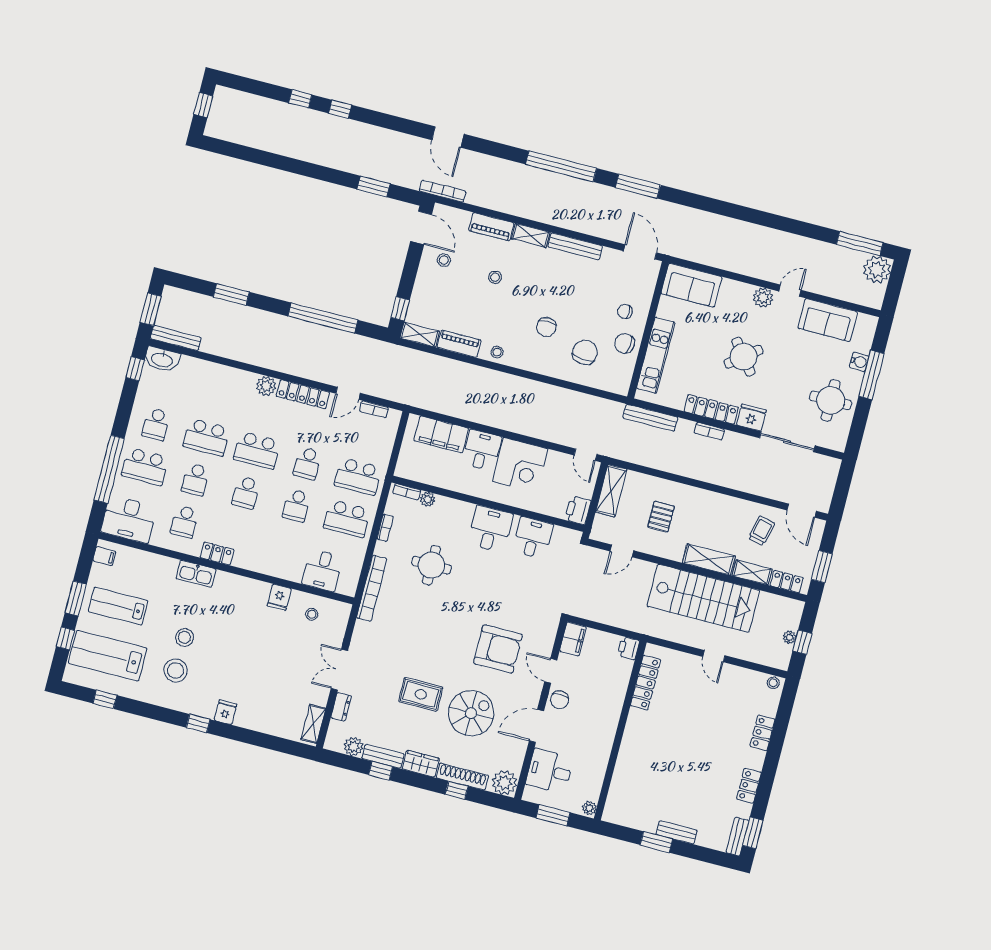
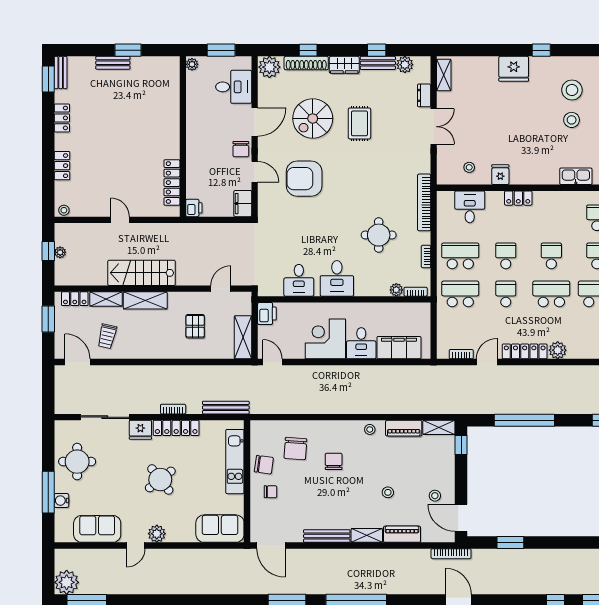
locker: (217, 553) -> (518, 198), moved
stairs: (703, 598) -> (141, 273), width x0.73, depth x0.66
rug: (421, 694) -> (359, 123), turned 90
chair: (560, 700) -> (241, 149), turned 180
fridge: (225, 712) -> (514, 69), width x1.88, depth x1.34

